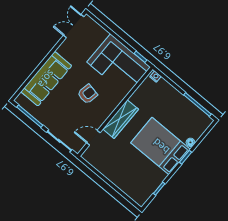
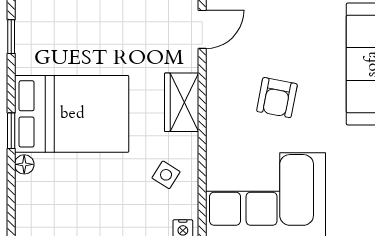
side table: (146, 99) -> (166, 175), added
wardrobe: (121, 119) -> (182, 102), width x0.67

